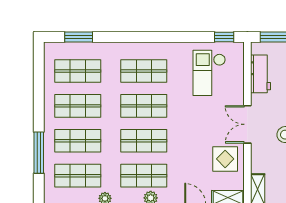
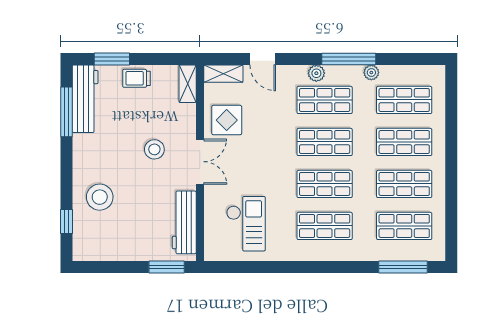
window: (79, 37) -> (403, 267), width x1.44
window: (224, 37) -> (228, 267), removed
workbench: (260, 74) -> (184, 222), width x1.38
window: (39, 153) -> (451, 128), removed

